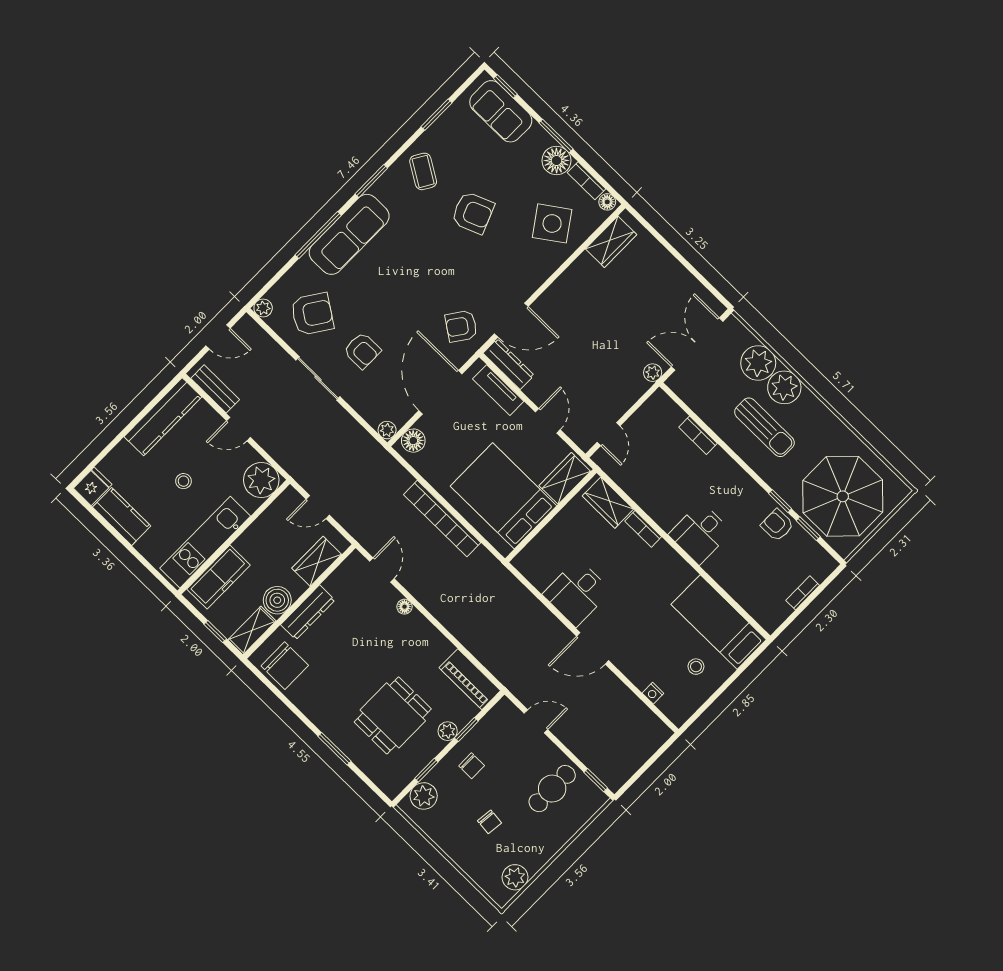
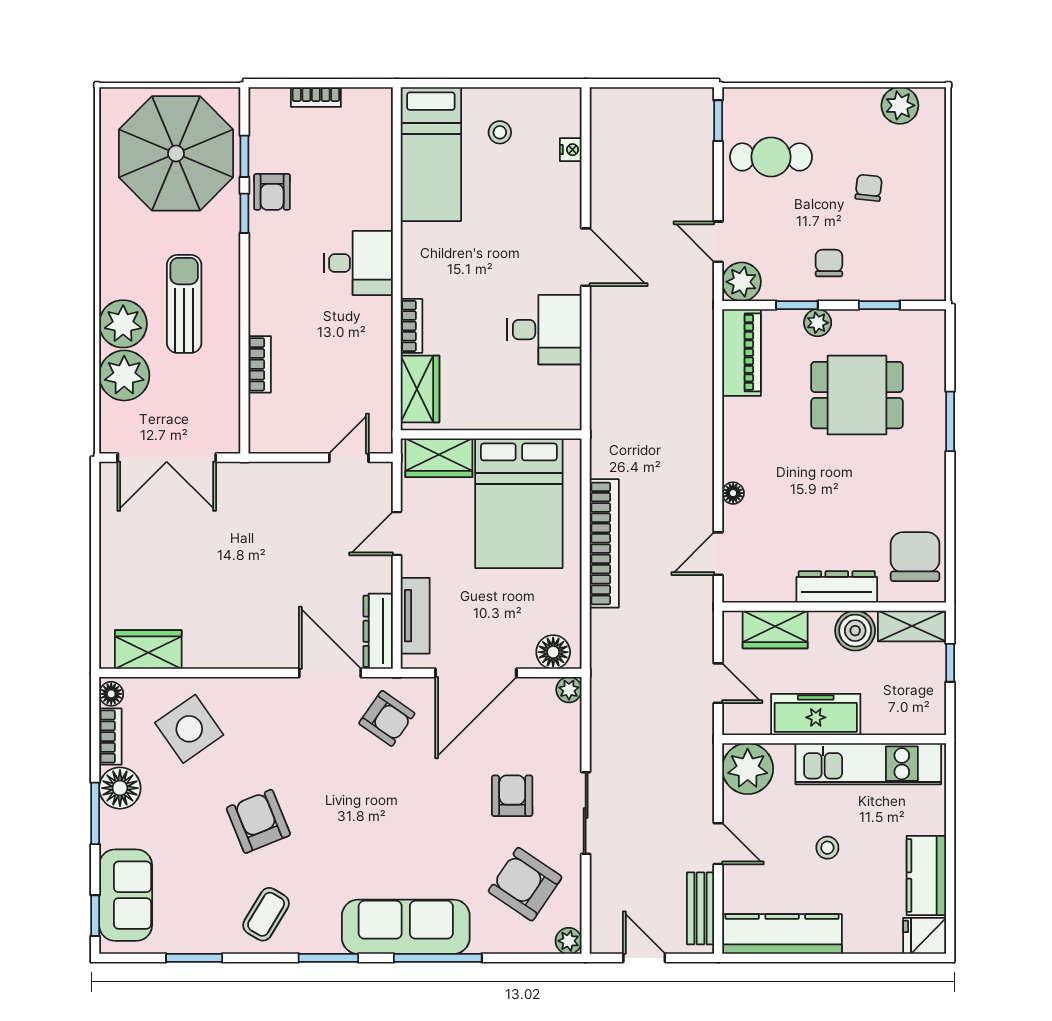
plant: (653, 373) -> (241, 474), removed
freezer: (218, 577) -> (816, 714), moved
plant: (424, 796) -> (742, 282), moved

